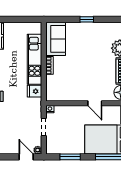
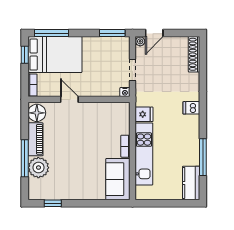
window: (87, 19) -> (53, 203), moved
door: (26, 157) -> (154, 33), hinge flipped
window: (70, 157) -> (112, 33), moved

